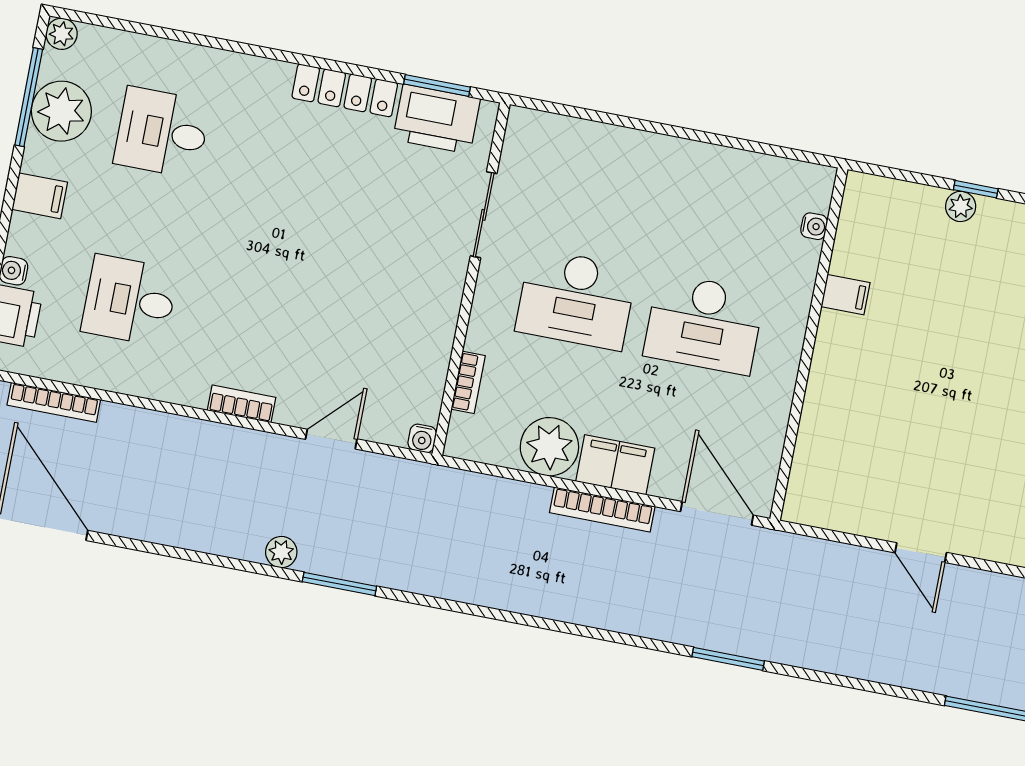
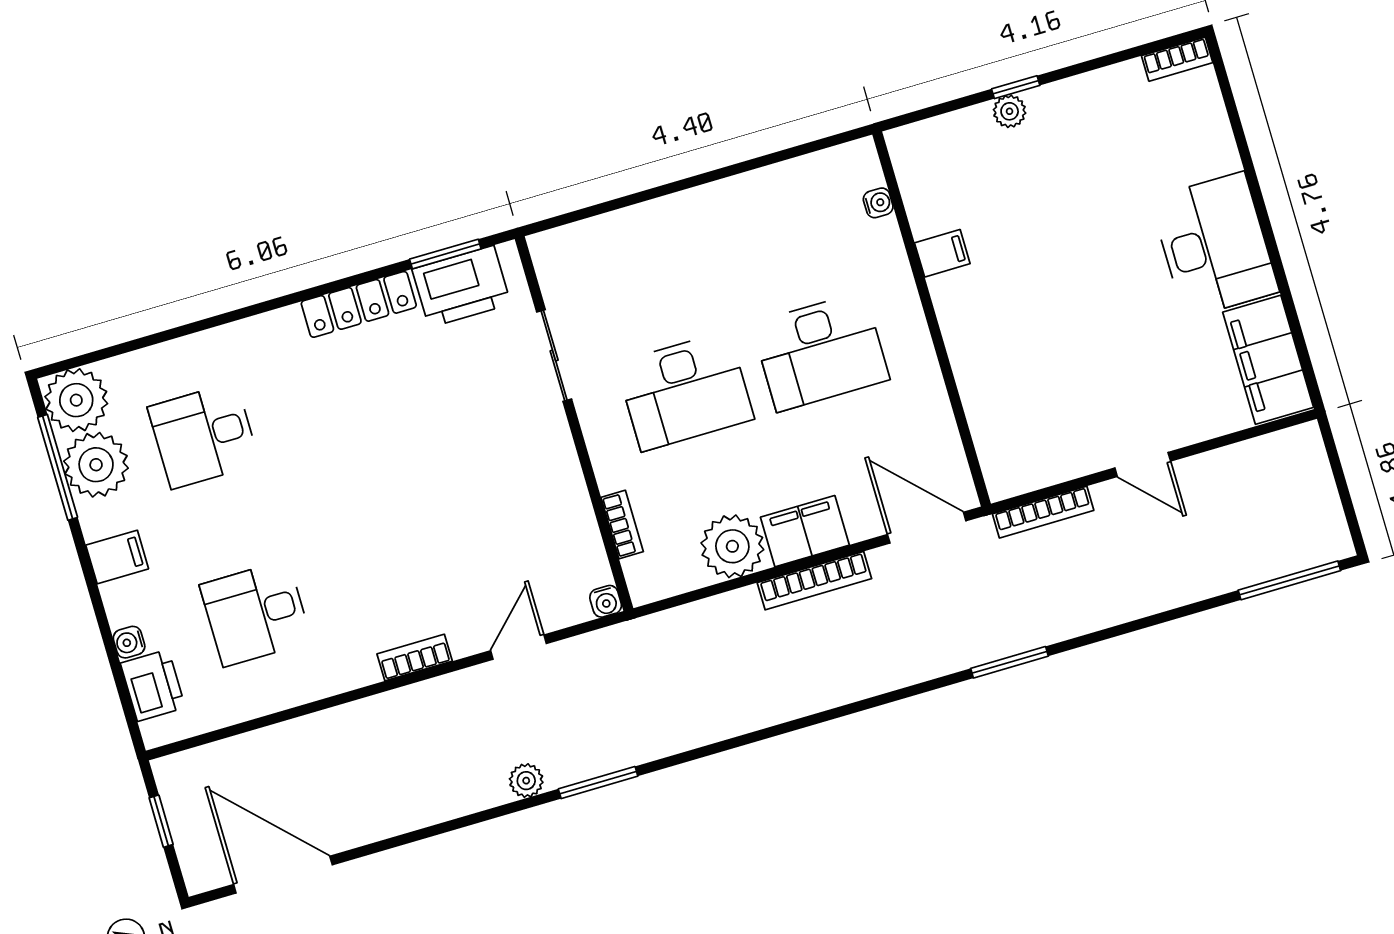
plant: (62, 34) -> (76, 400), width x1.88, depth x1.88
bookcase: (54, 402) -> (1043, 512), moved

